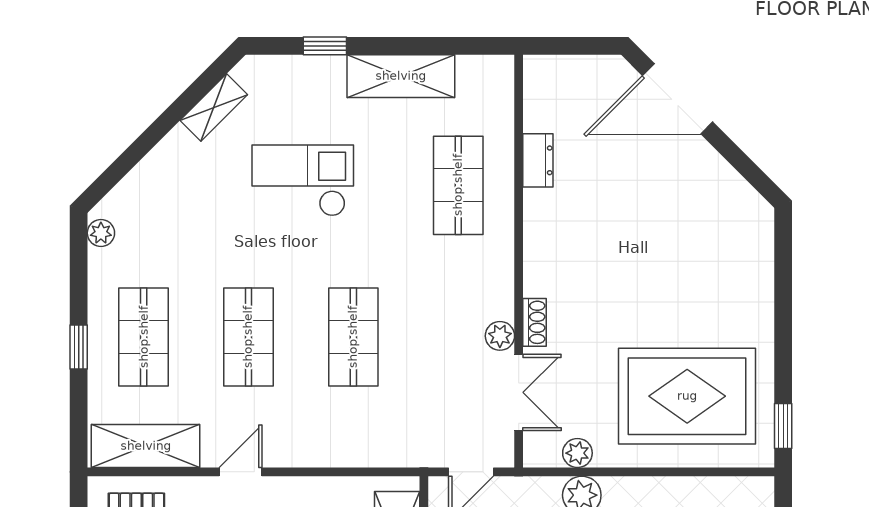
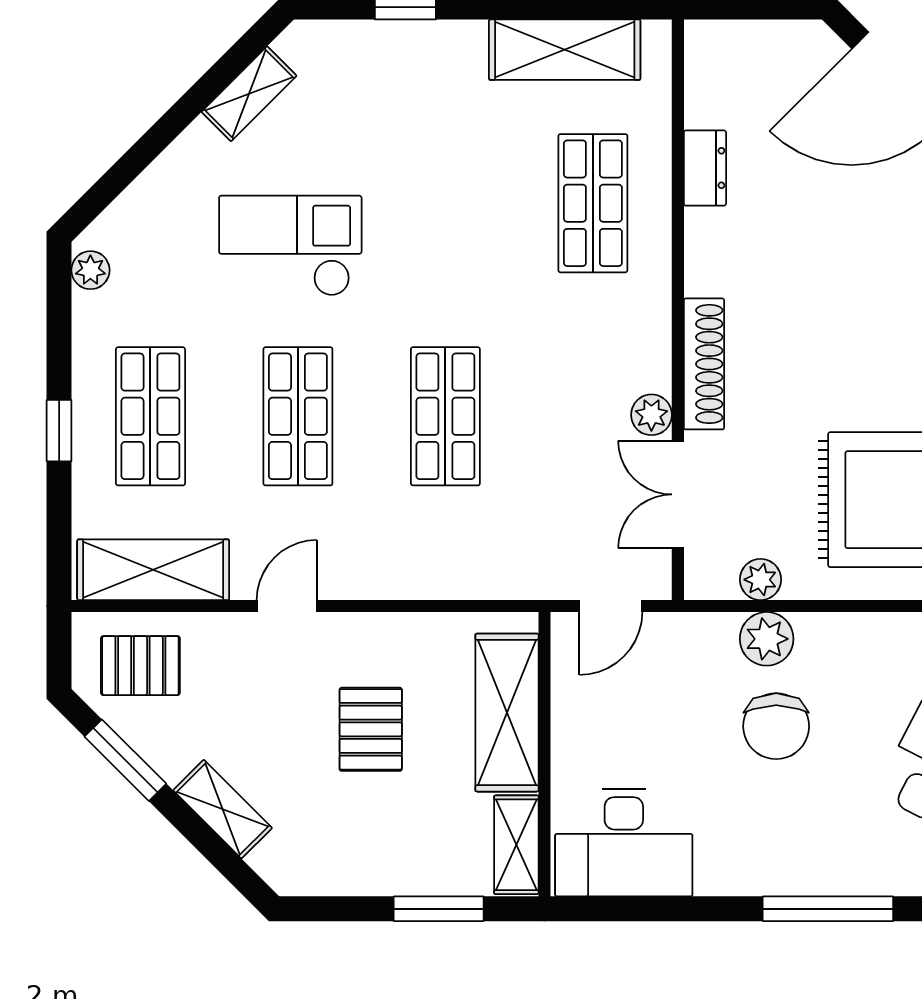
shelving: (401, 76) -> (565, 50), moved
checkout: (303, 180) -> (290, 246), moved
shoe rack: (535, 322) -> (704, 364), width x1.94, depth x1.24
double door: (519, 392) -> (678, 494), swing flipped

